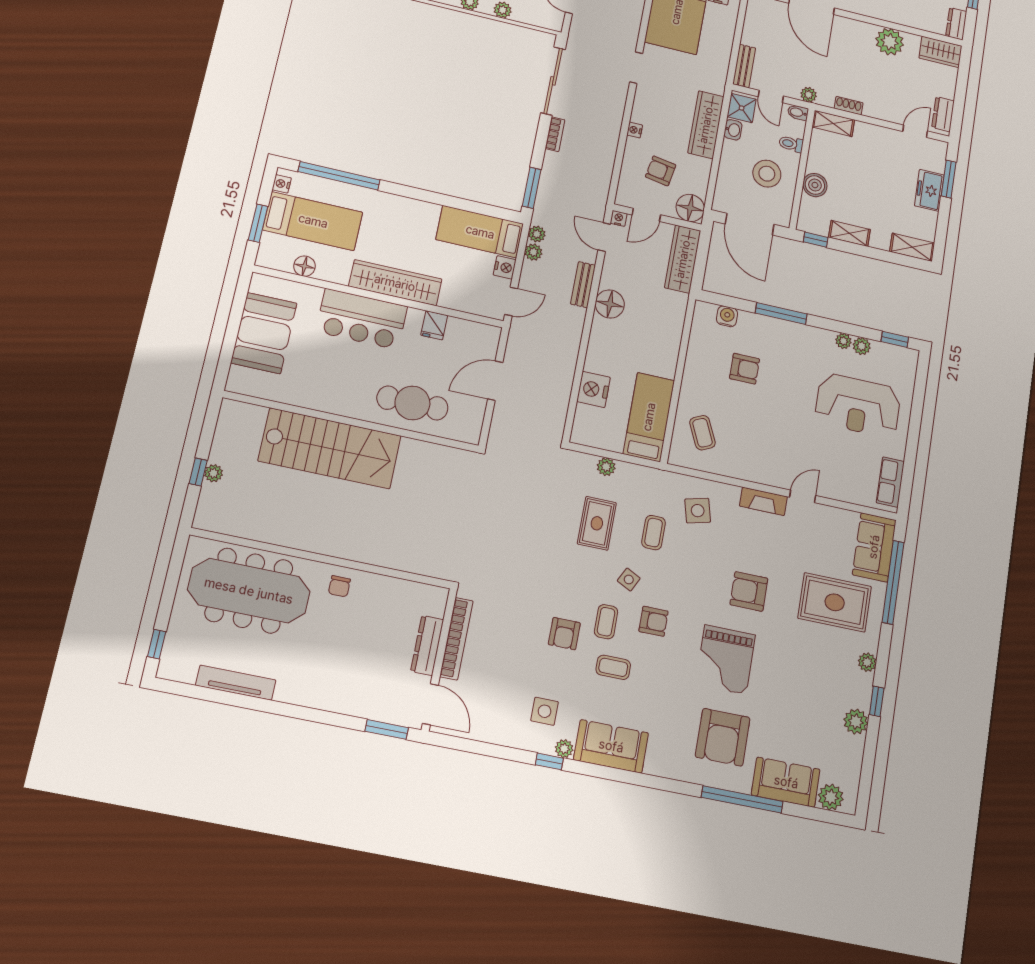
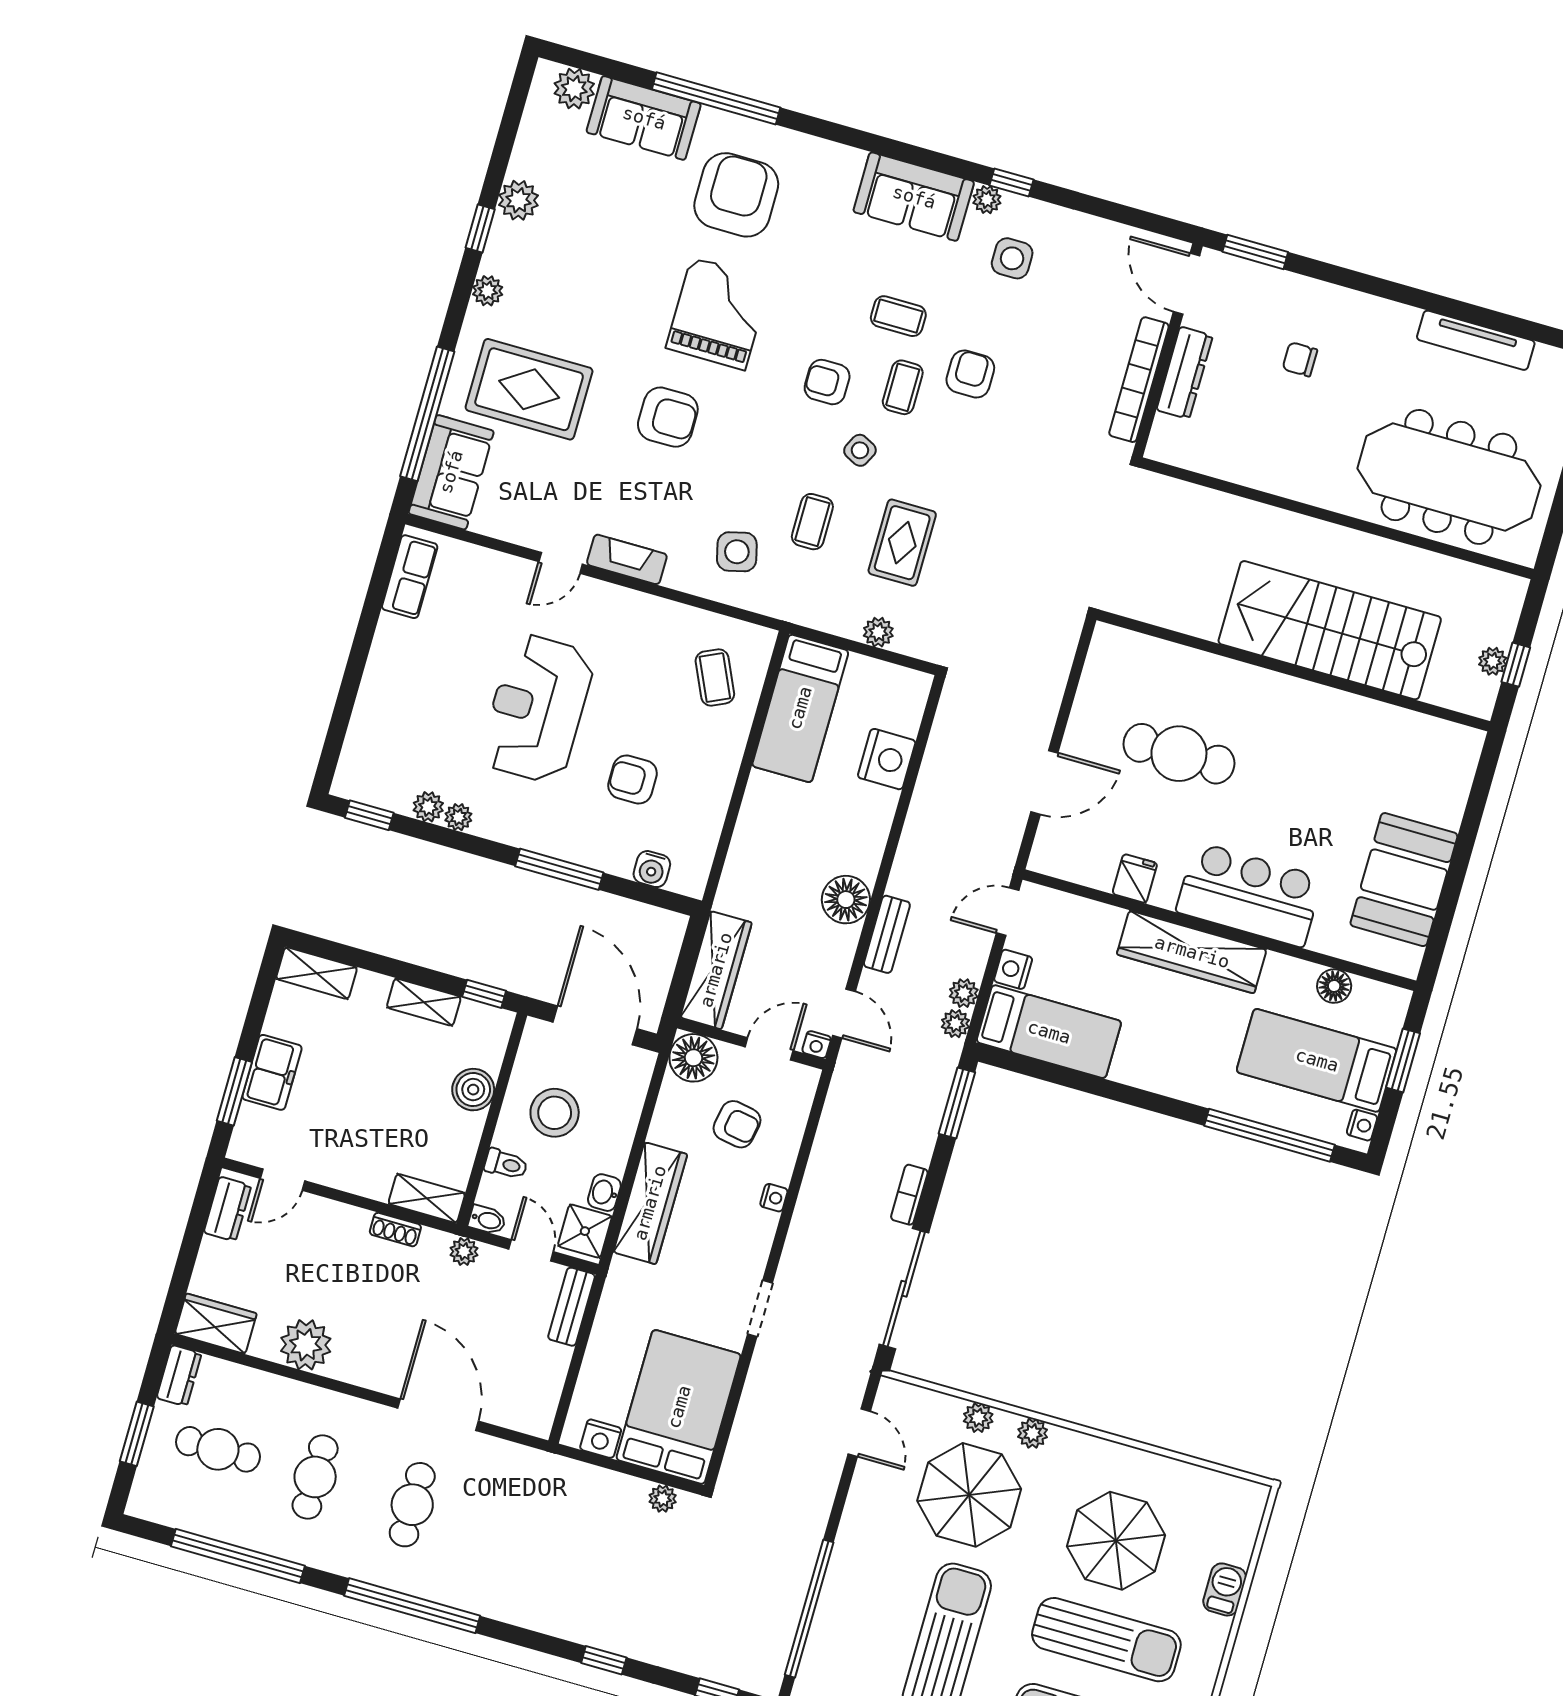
reception desk: (858, 405) -> (537, 709), moved, turned -90
wall: (351, 422) -> (1293, 671), moved
stairs: (330, 448) -> (1330, 630), moved
chair: (339, 586) -> (1300, 359), moved, turned -90

